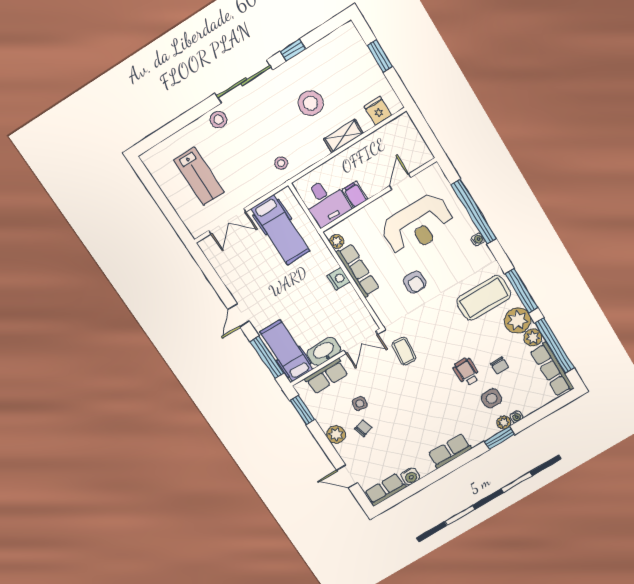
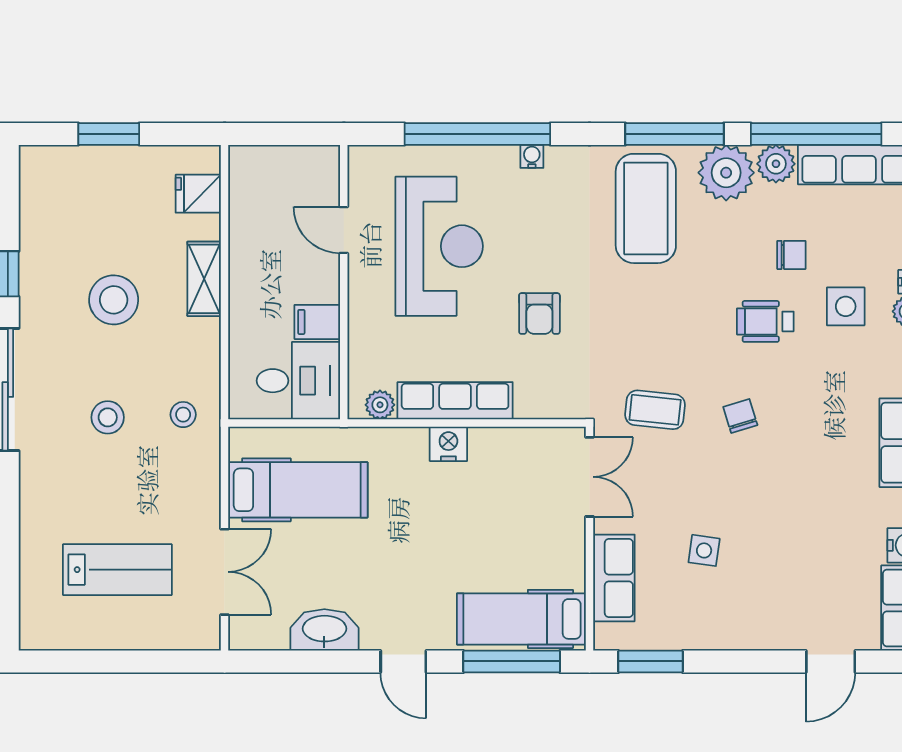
stool: (219, 120) -> (108, 417), moved
armchair: (415, 282) -> (539, 314), turned 90
washbasin: (324, 351) -> (324, 630), moved, turned 90
chair: (363, 428) -> (740, 416), moved
plant: (336, 434) -> (736, 630), removed

